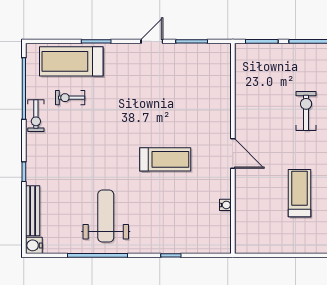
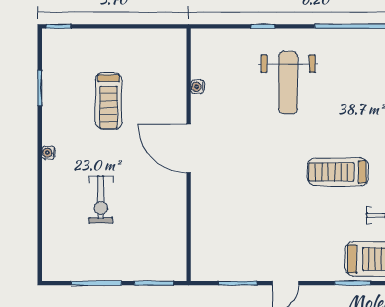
door: (233, 154) -> (189, 148), width x1.36
treadmill: (165, 159) -> (338, 172), moved
weight bench: (106, 216) -> (288, 82), moved

